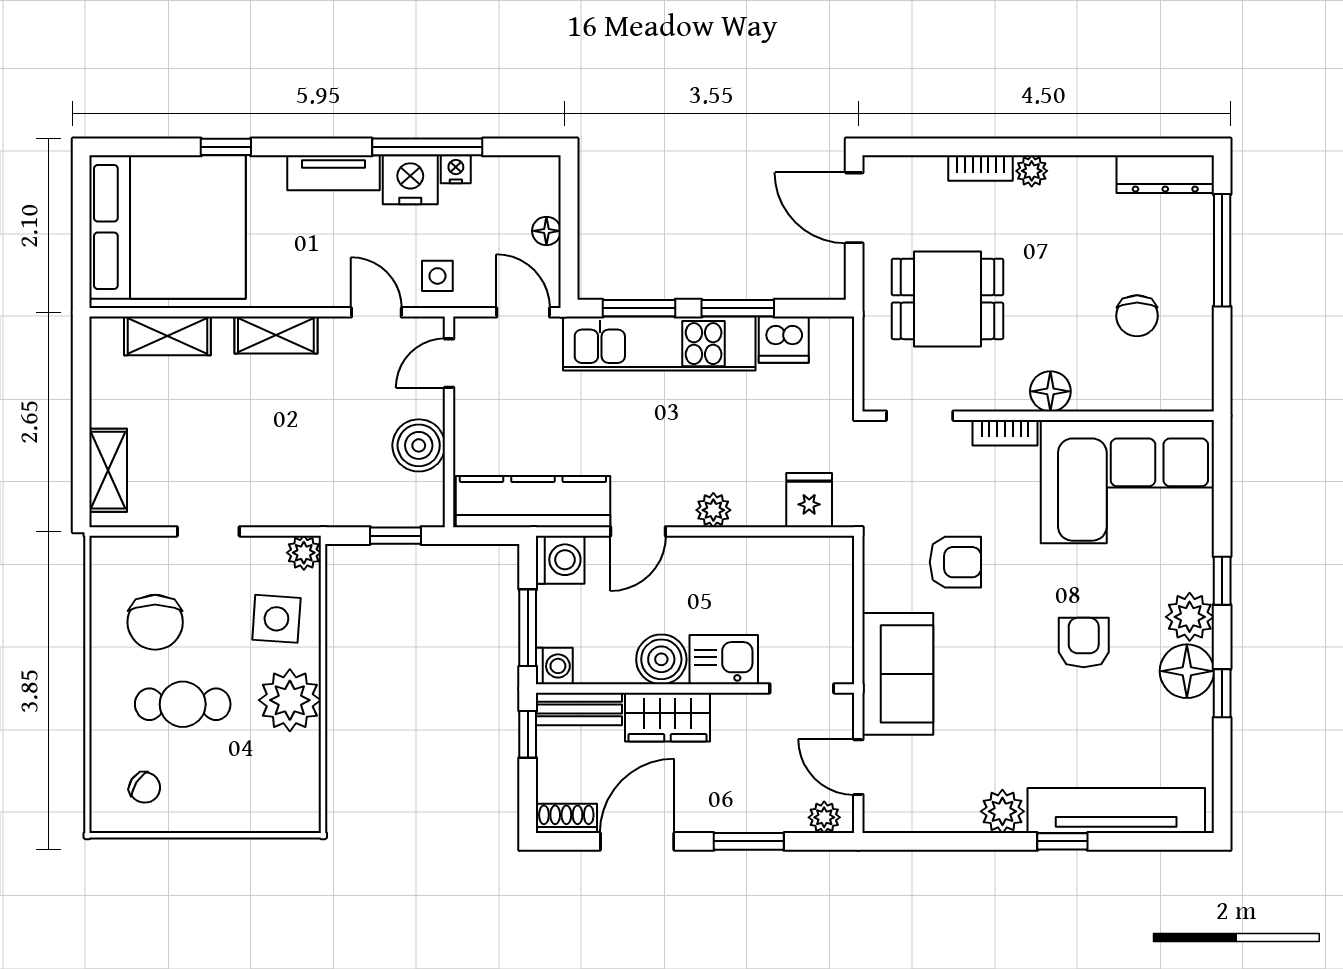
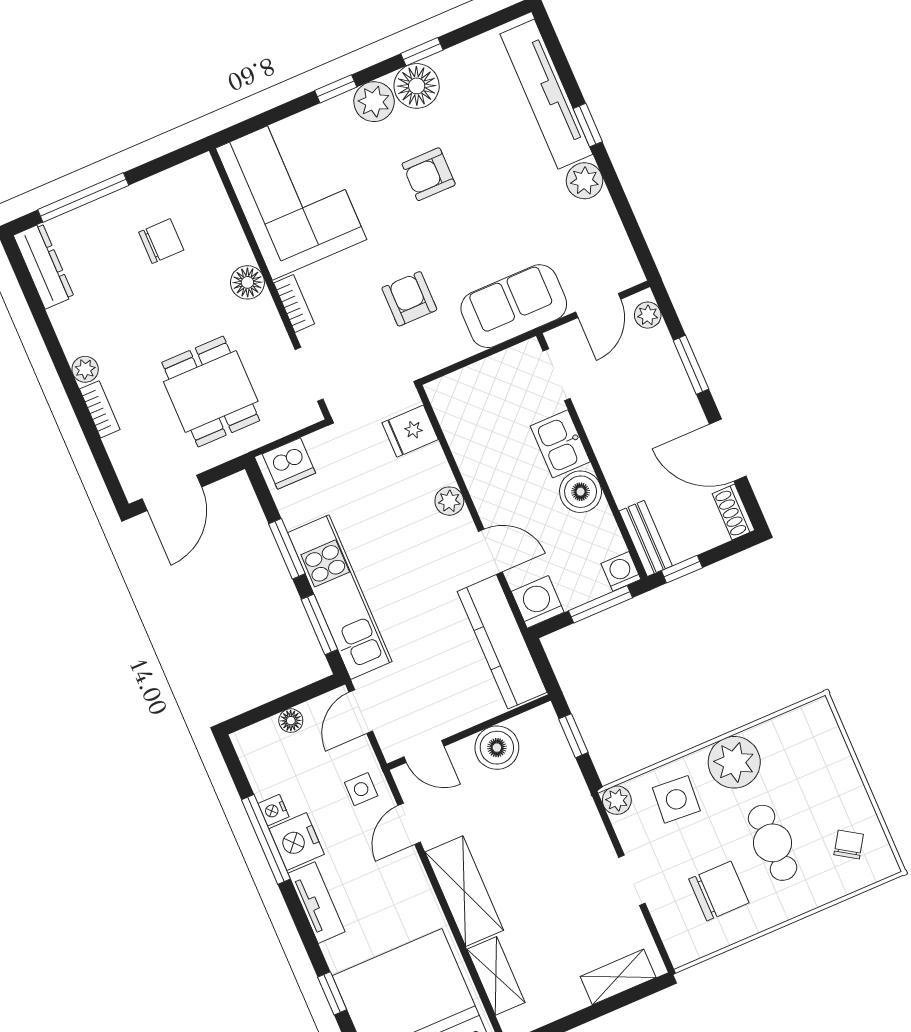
shelving: (276, 335) -> (464, 891), width x1.50, depth x1.33
dishwasher: (784, 340) -> (289, 464), moved, turned 90
wardrobe: (668, 717) -> (623, 468), removed

